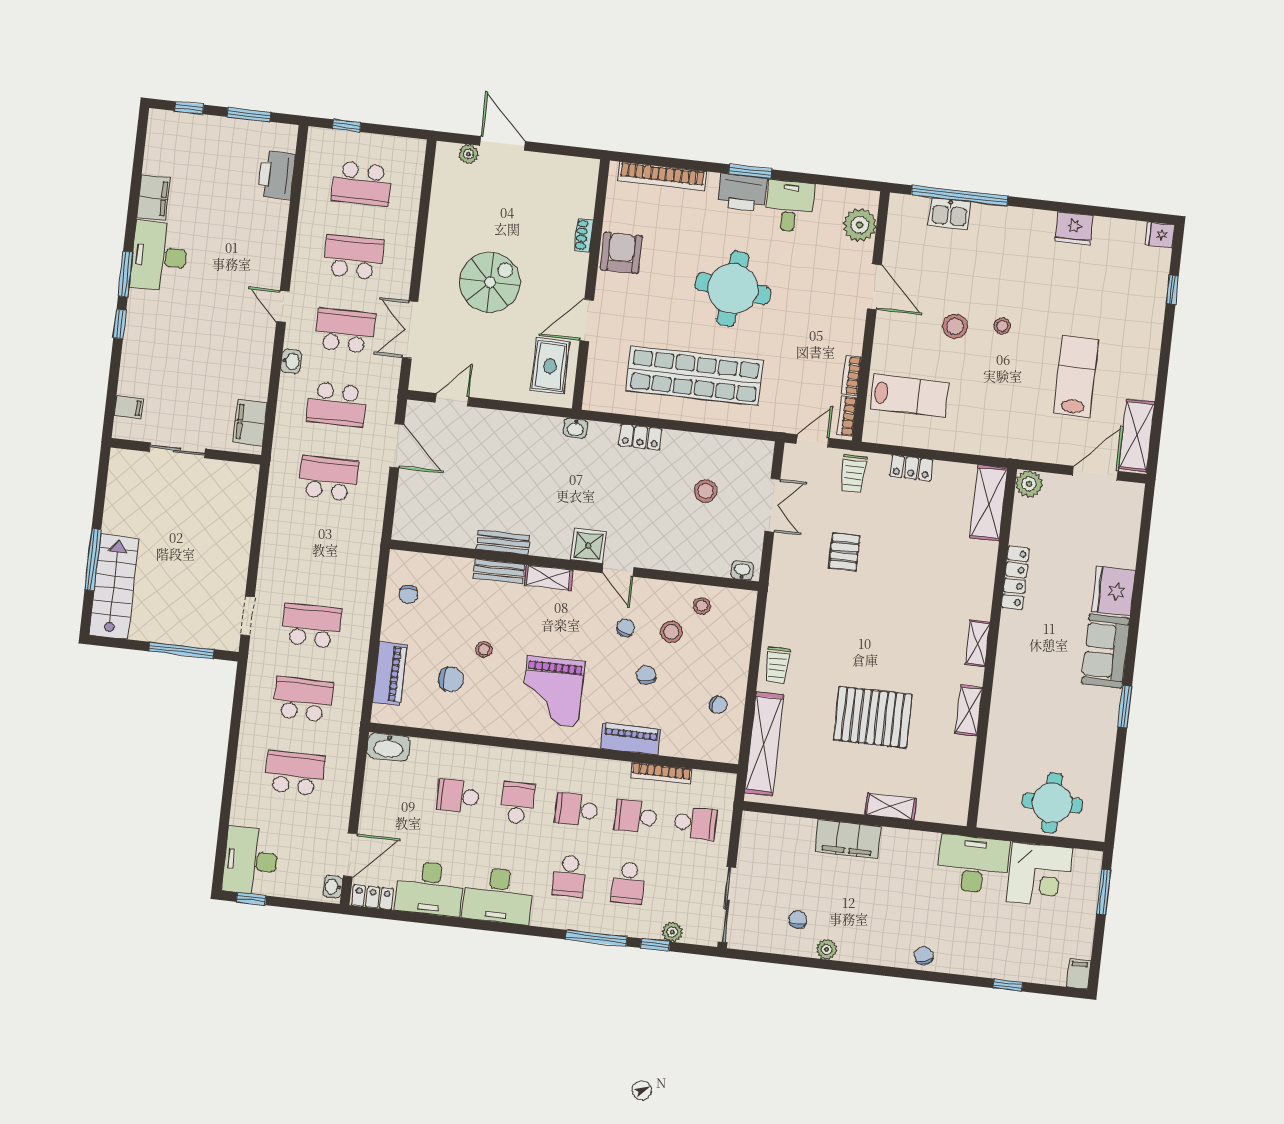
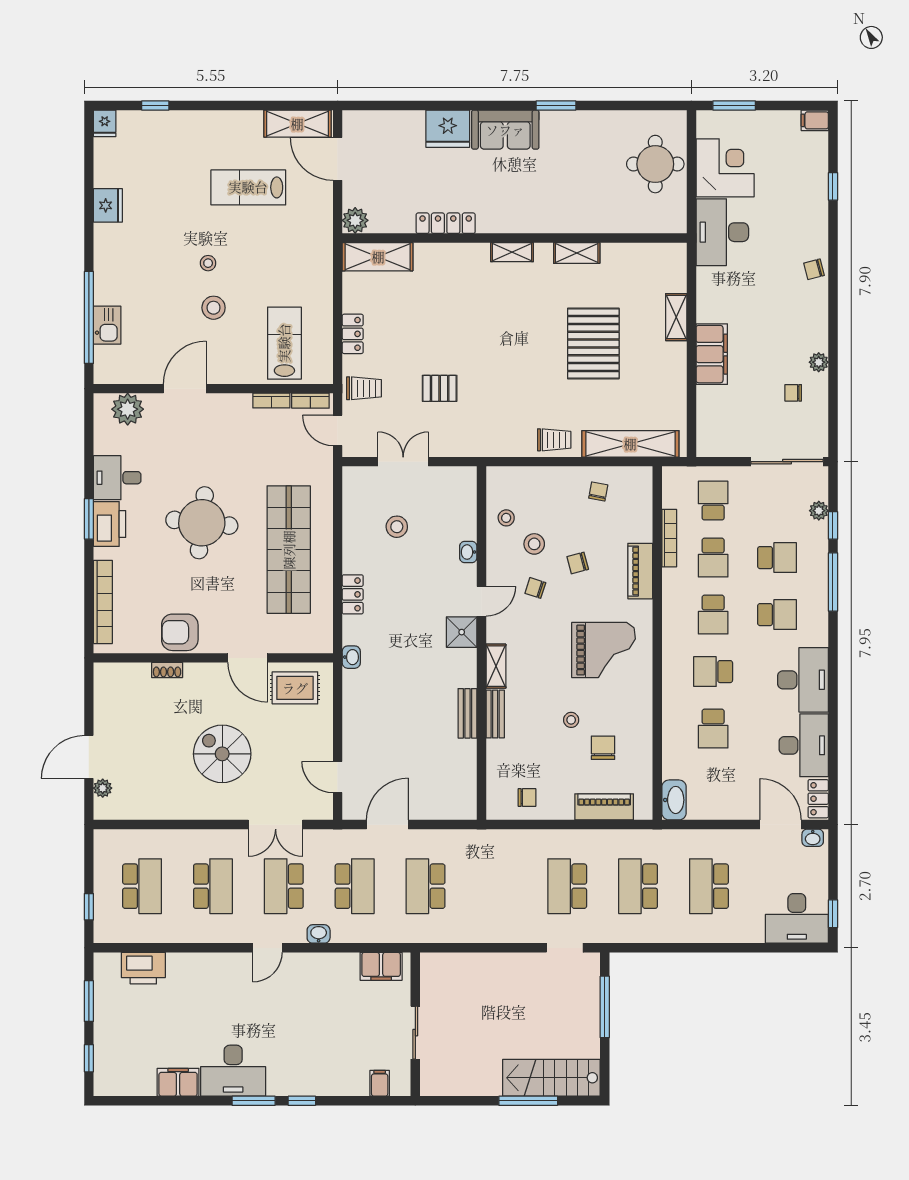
school desk: (353, 257) -> (213, 886), turned 180
washbasin: (742, 570) -> (468, 552), moved

